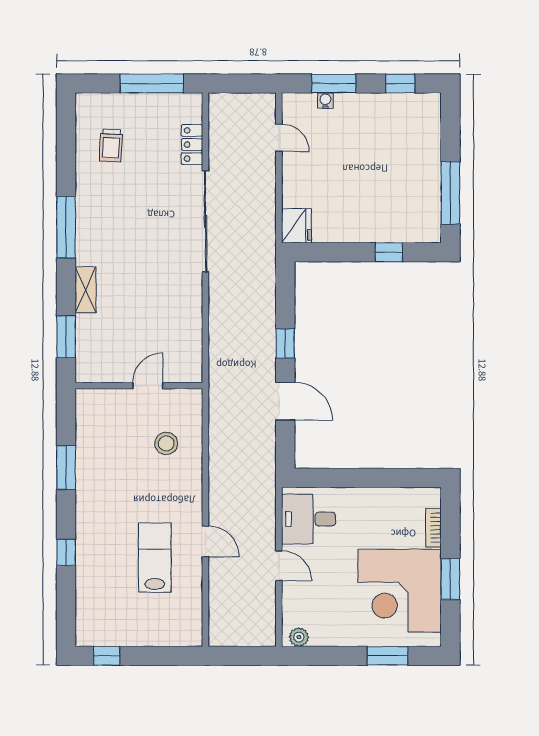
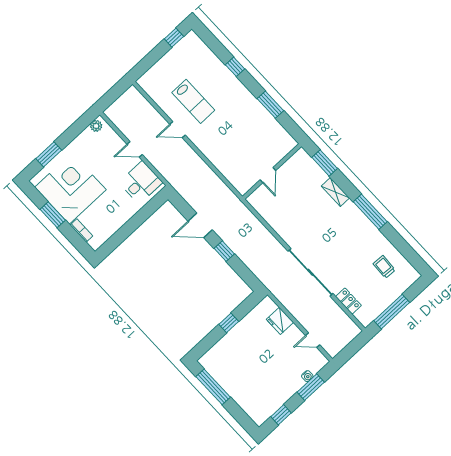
fridge: (296, 226) -> (280, 321), moved
window: (389, 252) -> (229, 323), moved
stool: (166, 443) -> (236, 157), removed

